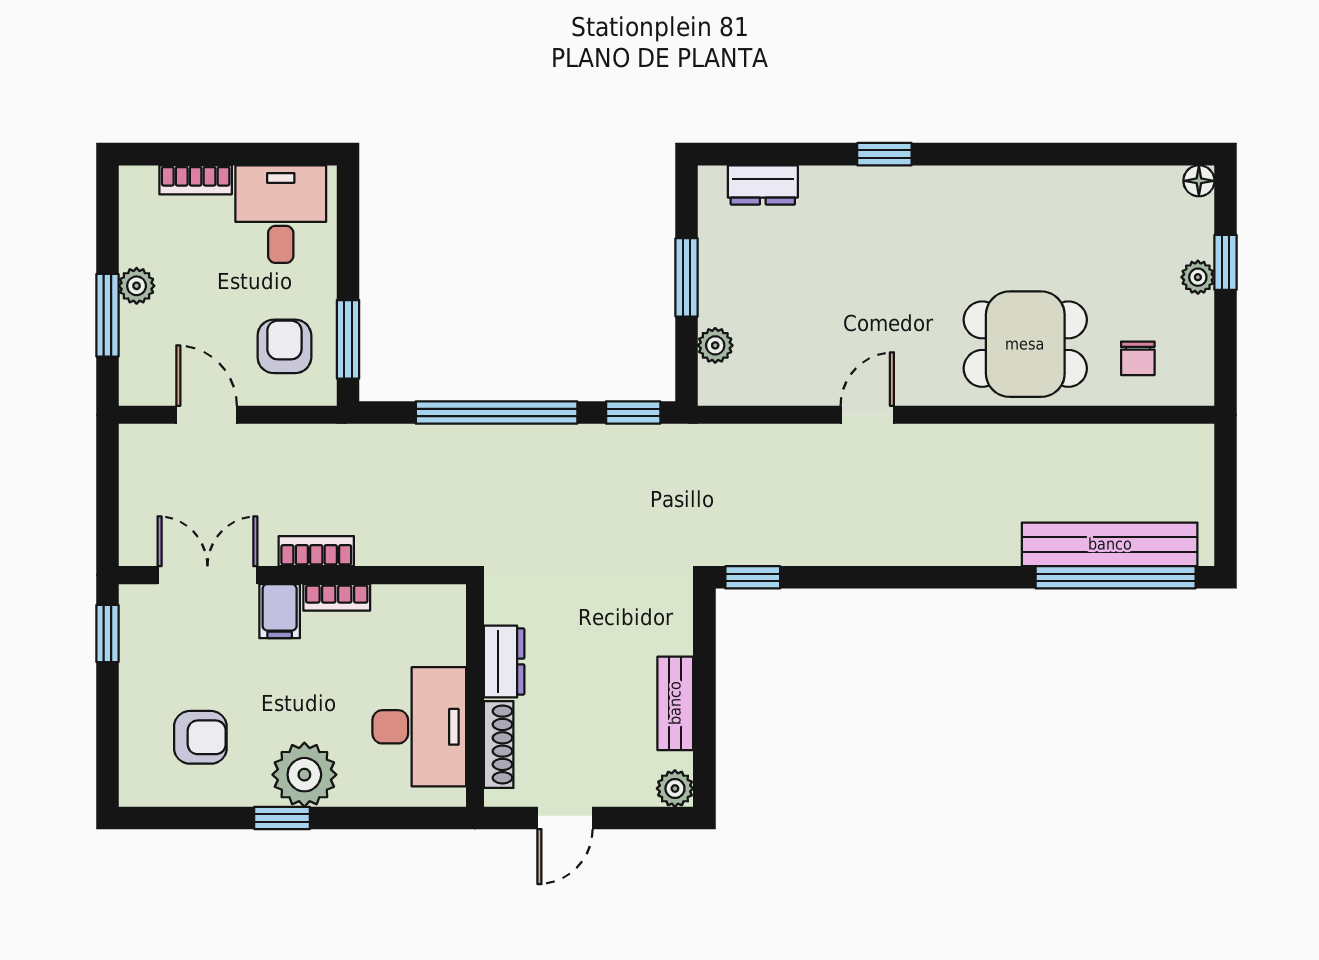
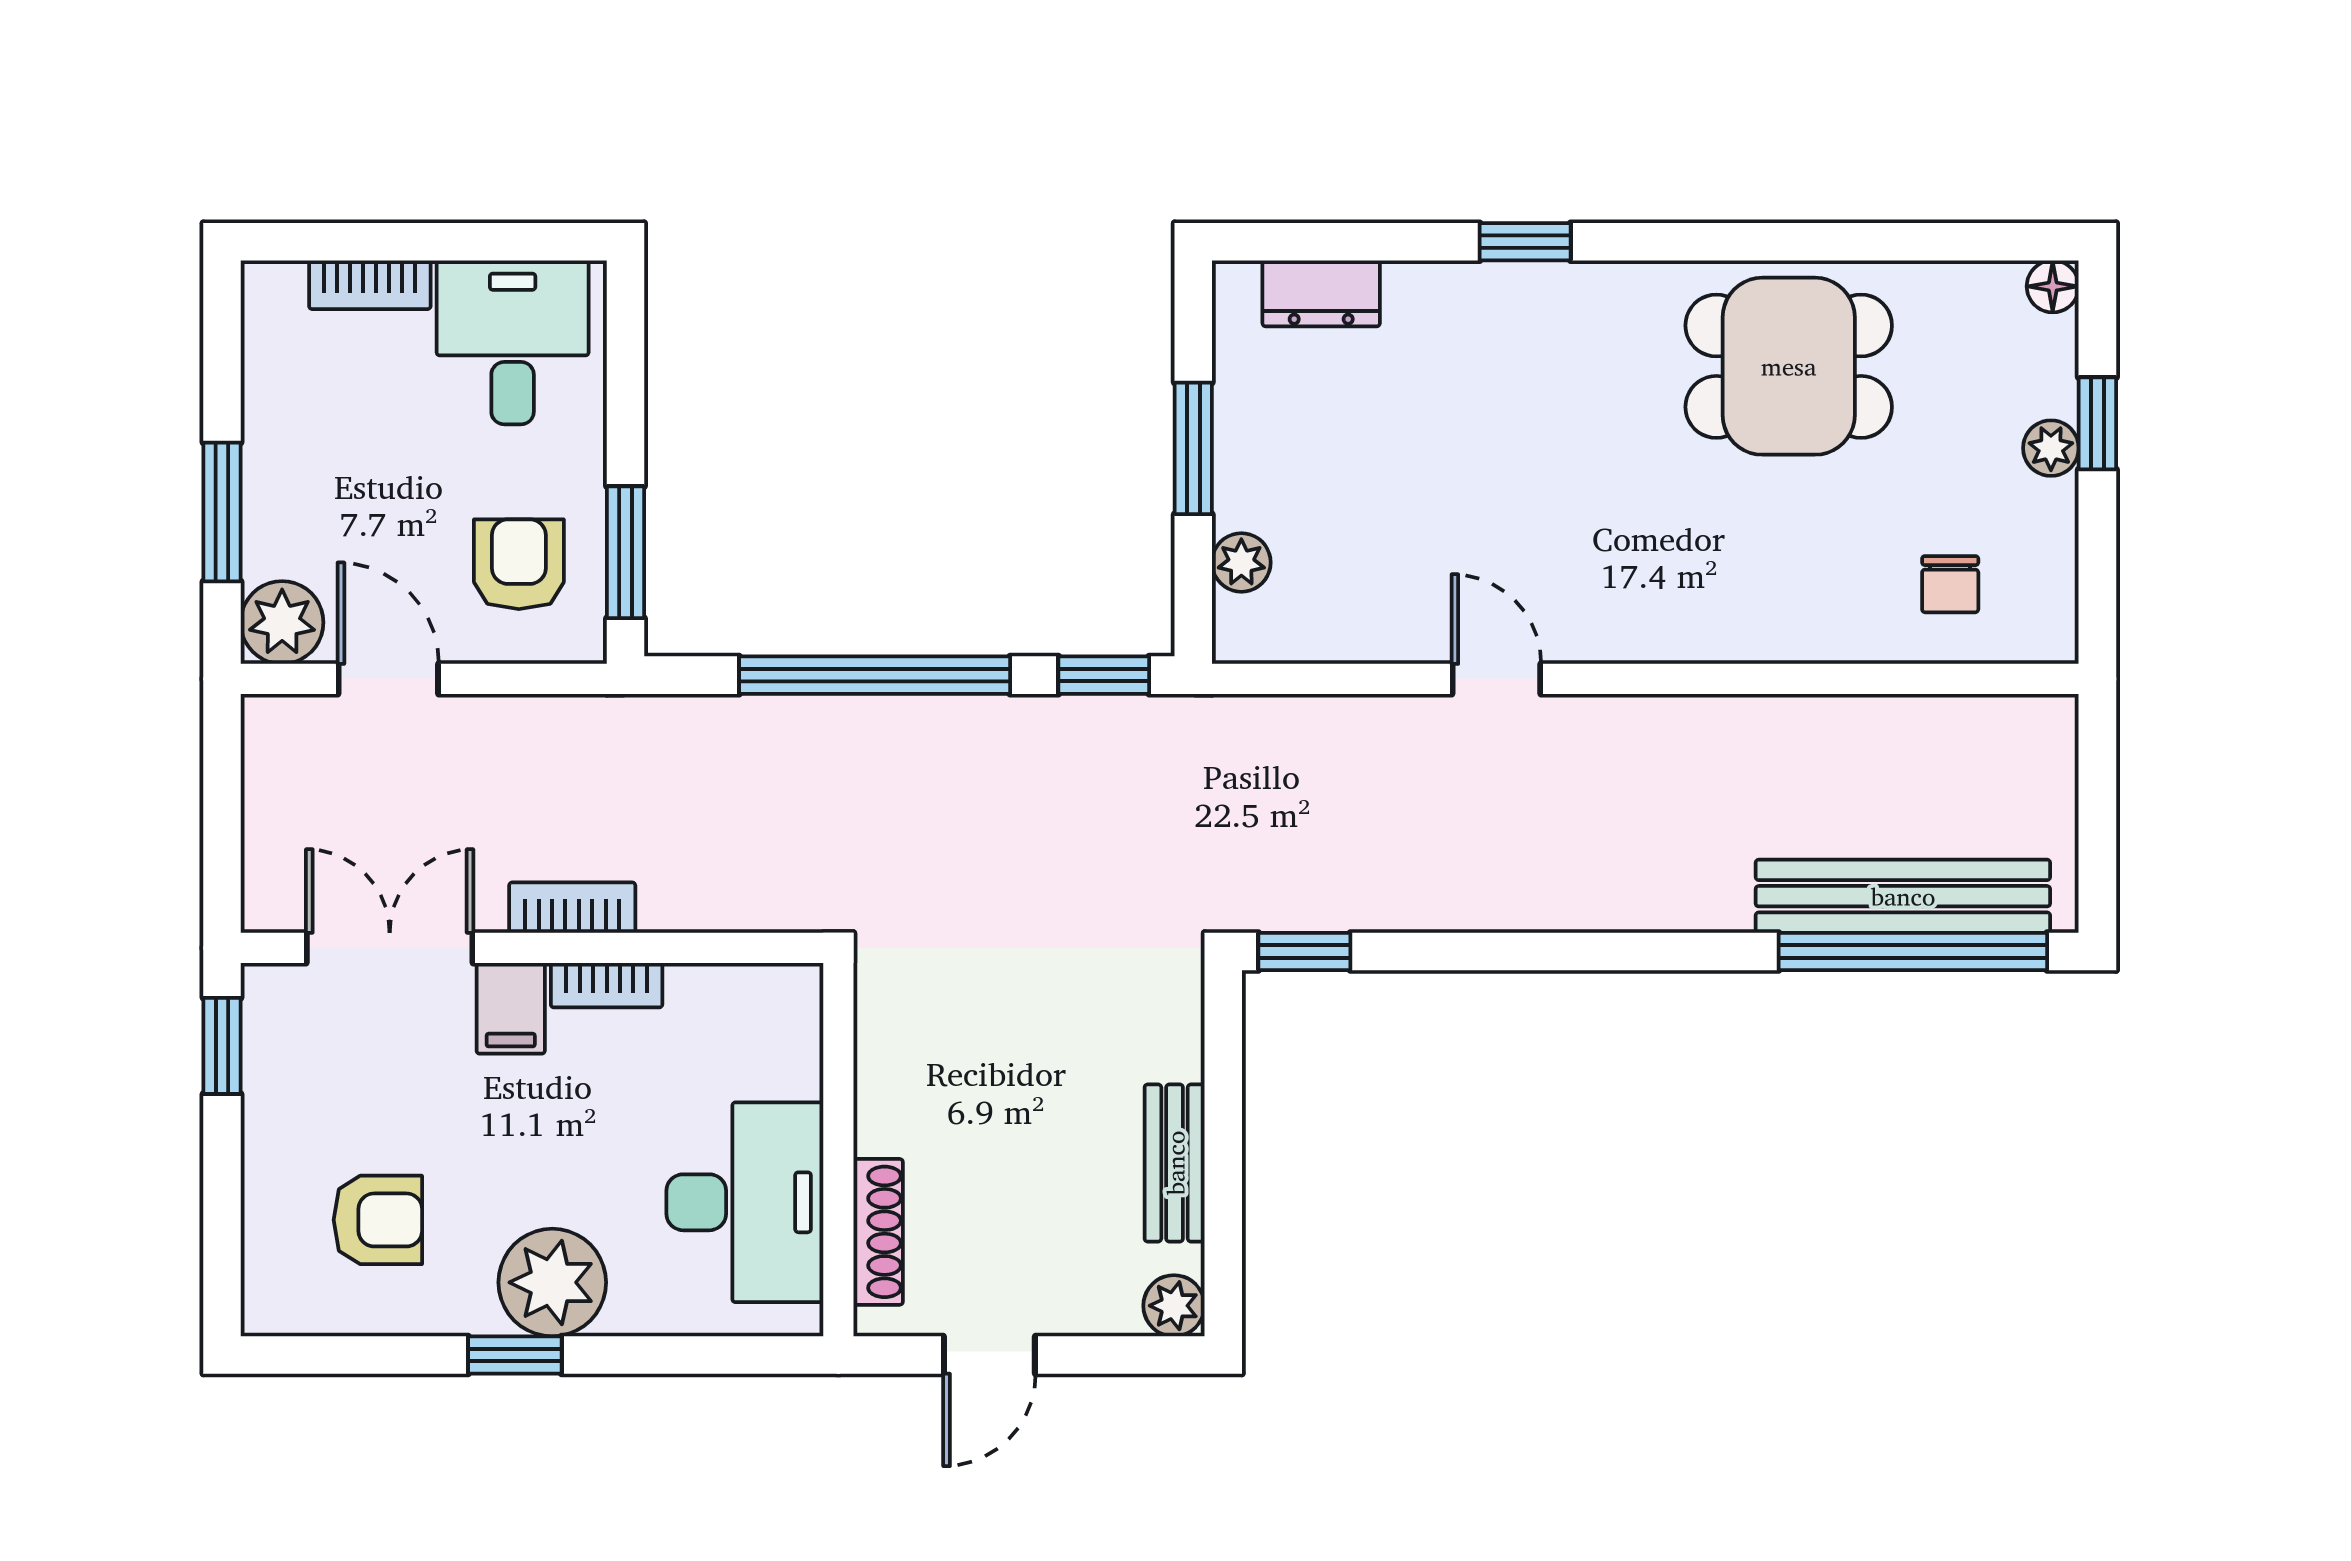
plant: (137, 286) -> (282, 622), moved, width x1.38, depth x1.38
dining table: (1025, 344) -> (1789, 366), moved
door: (867, 415) -> (1496, 679), hinge flipped
dresser: (504, 662) -> (887, 1093), removed

